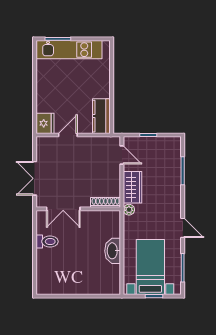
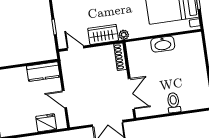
fridge: (45, 123) -> (46, 123), moved
door: (122, 155) -> (75, 48), hinge flipped
toilet: (47, 242) -> (174, 103), moved

